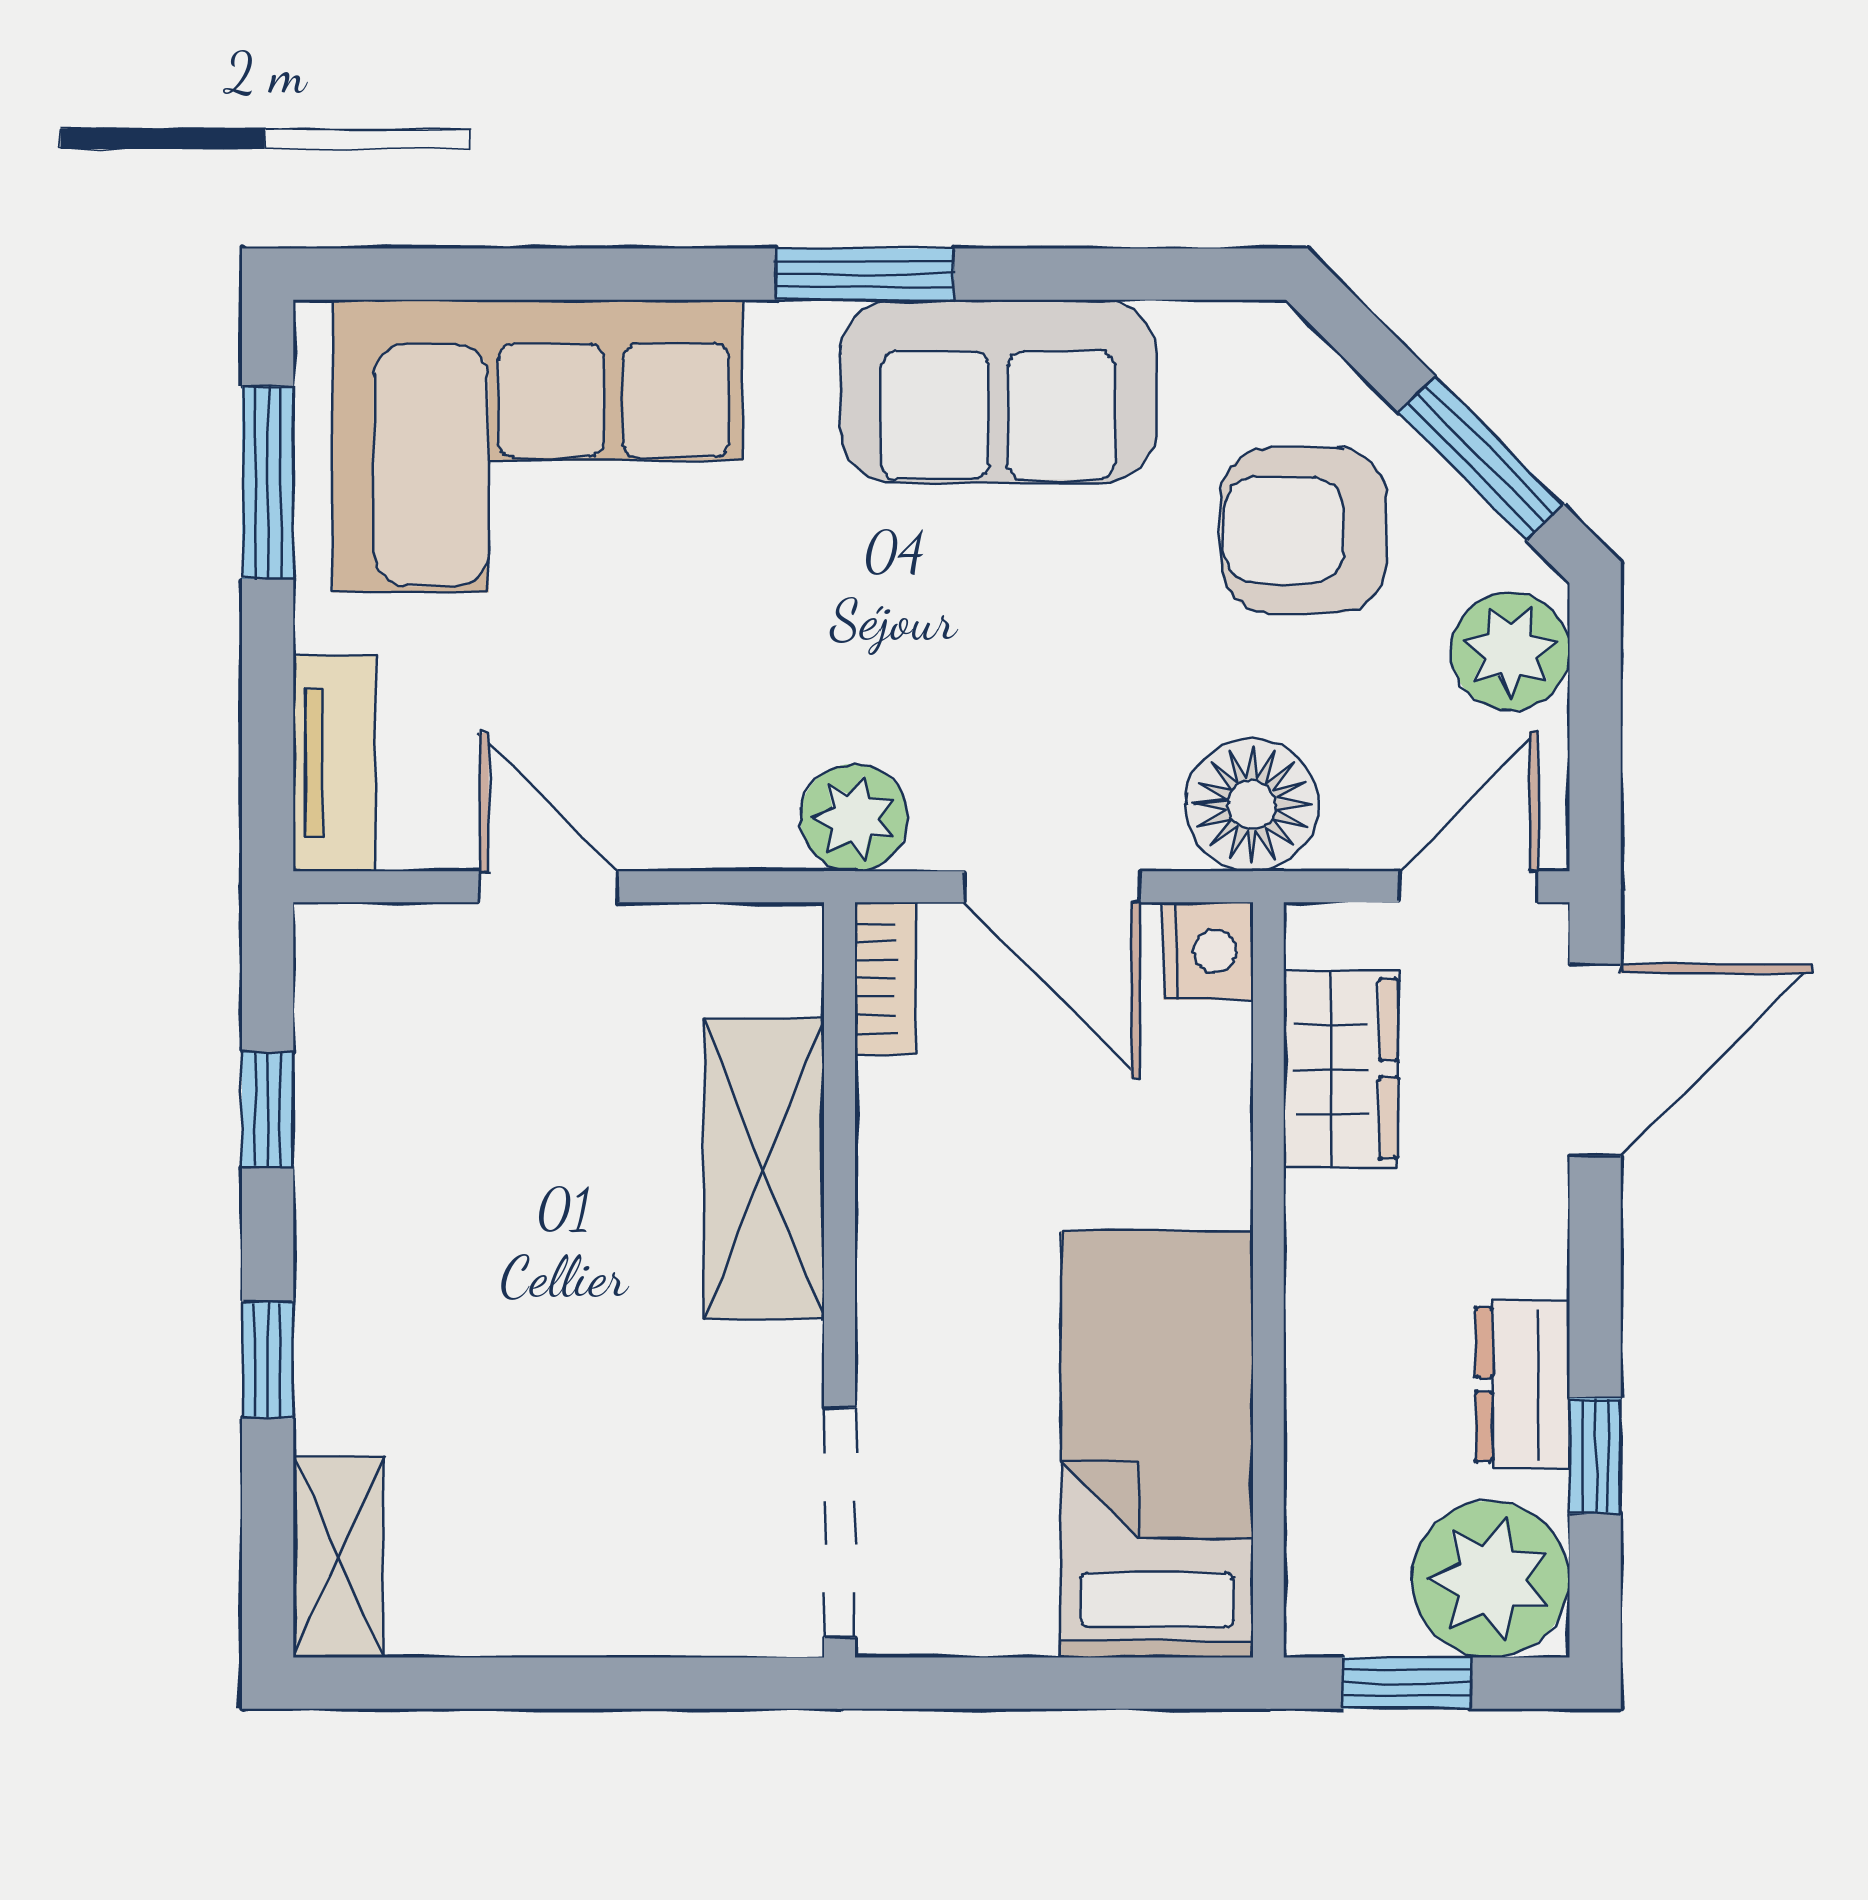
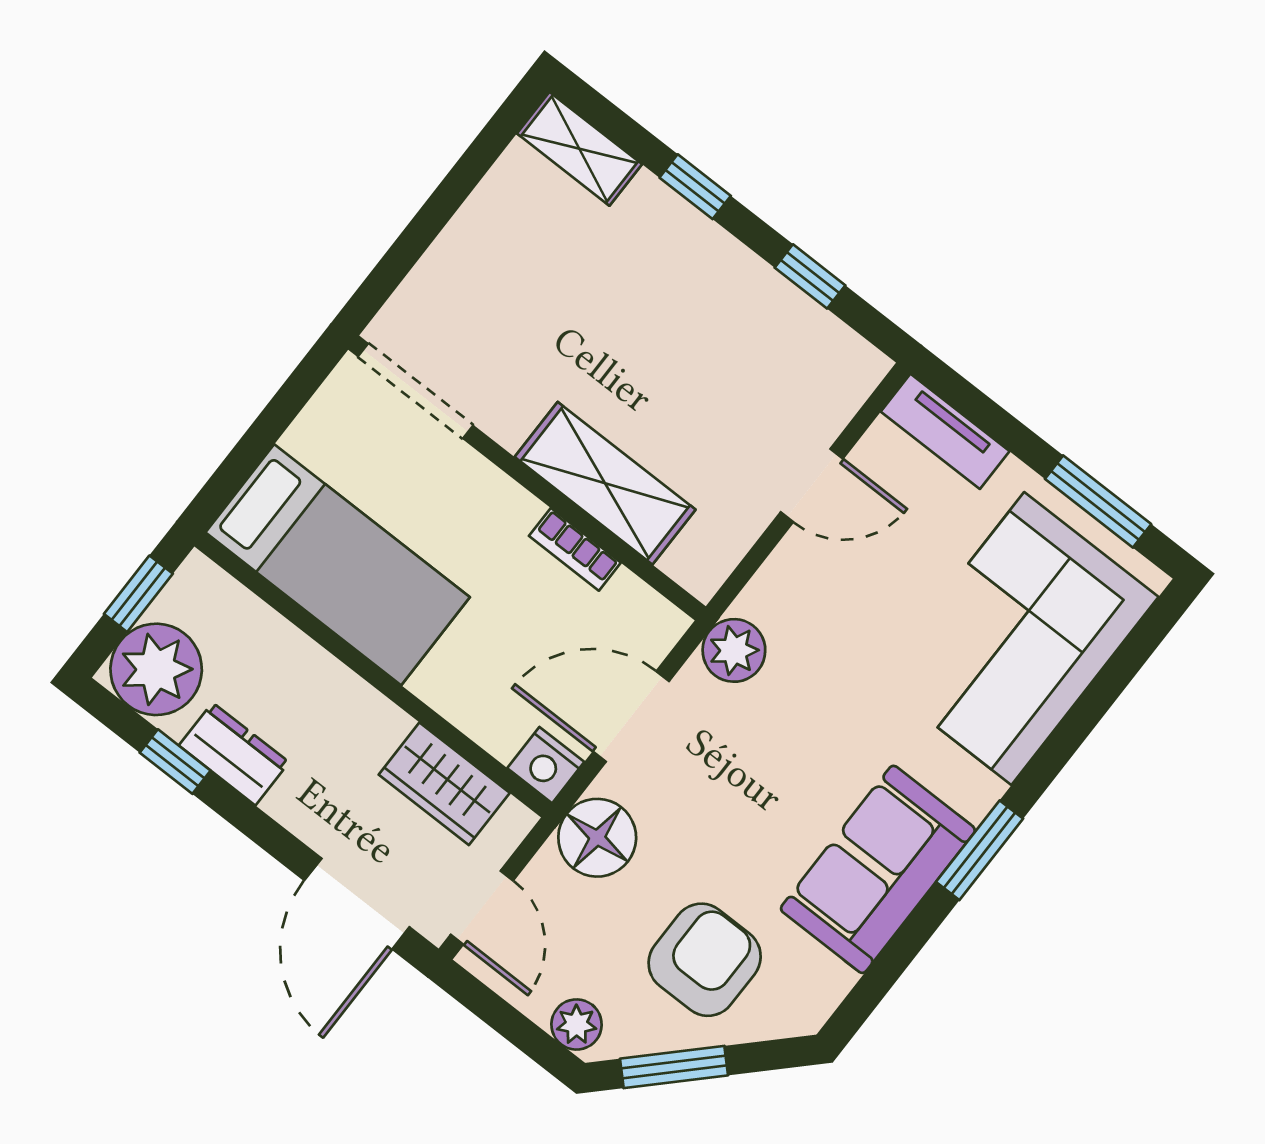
plant: (1510, 651) -> (577, 1024), width x0.73, depth x0.73
bookcase: (885, 978) -> (575, 549), moved

